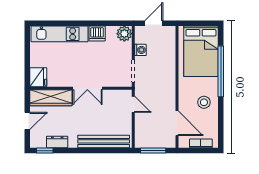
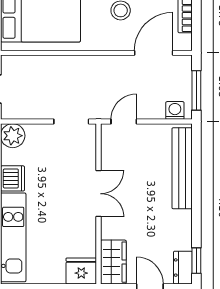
washing machine: (140, 50) -> (175, 110), moved
wardrobe: (51, 98) -> (113, 262), width x0.67
dresser: (57, 142) -> (183, 268), moved

